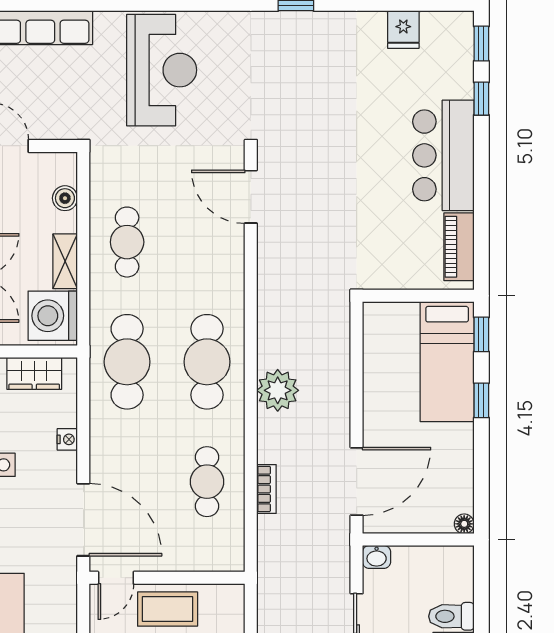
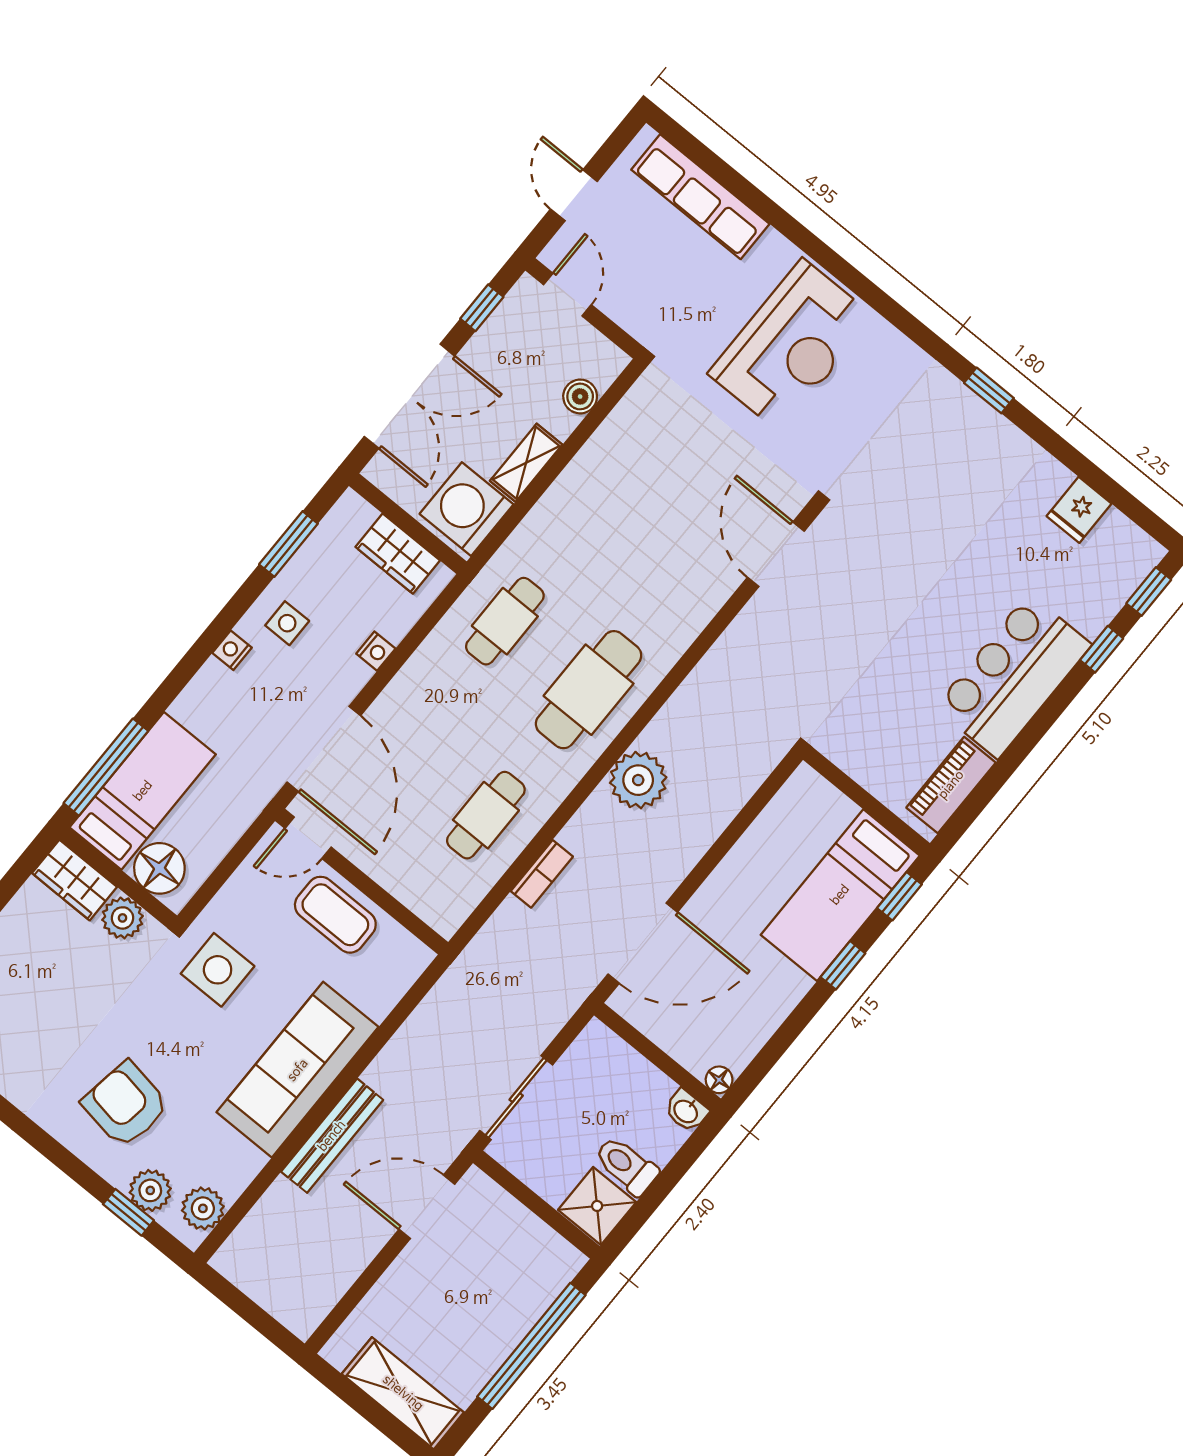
cafe table: (127, 242) -> (608, 496), removed
cafe table: (127, 362) -> (505, 621), width x0.73, depth x0.74
washbasin: (377, 557) -> (686, 1111), moved

